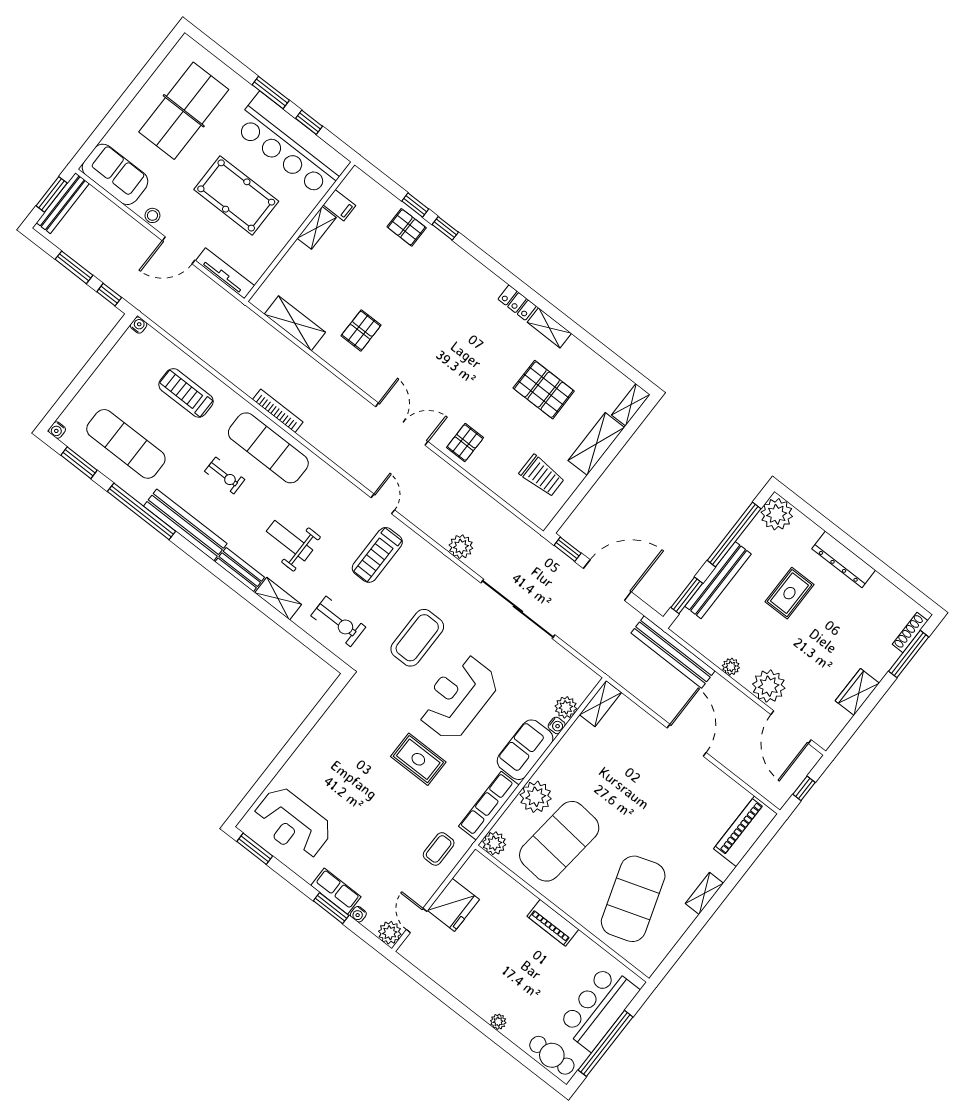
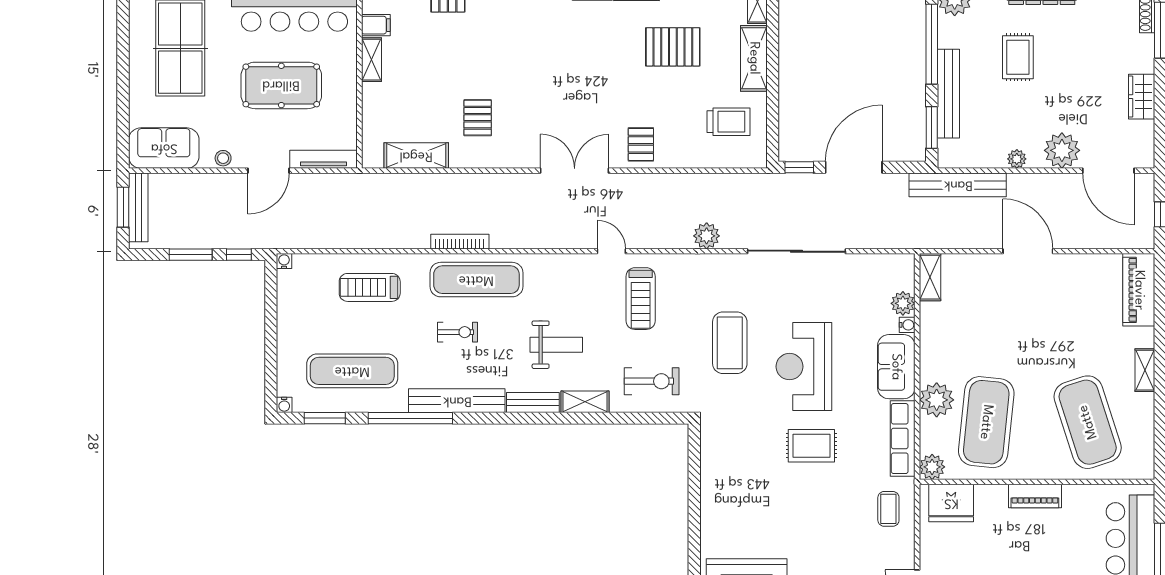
weight bench: (290, 541) -> (556, 345), turned 180
fridge: (453, 905) -> (951, 503), moved, turned 90

